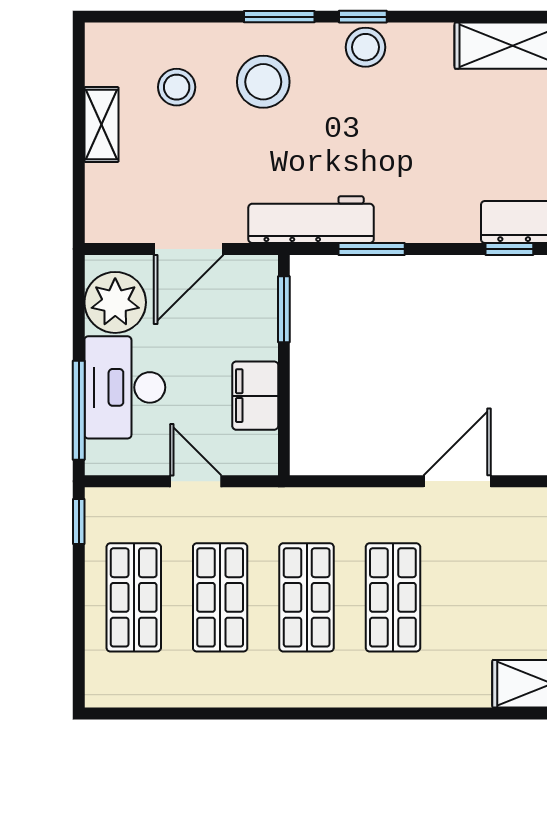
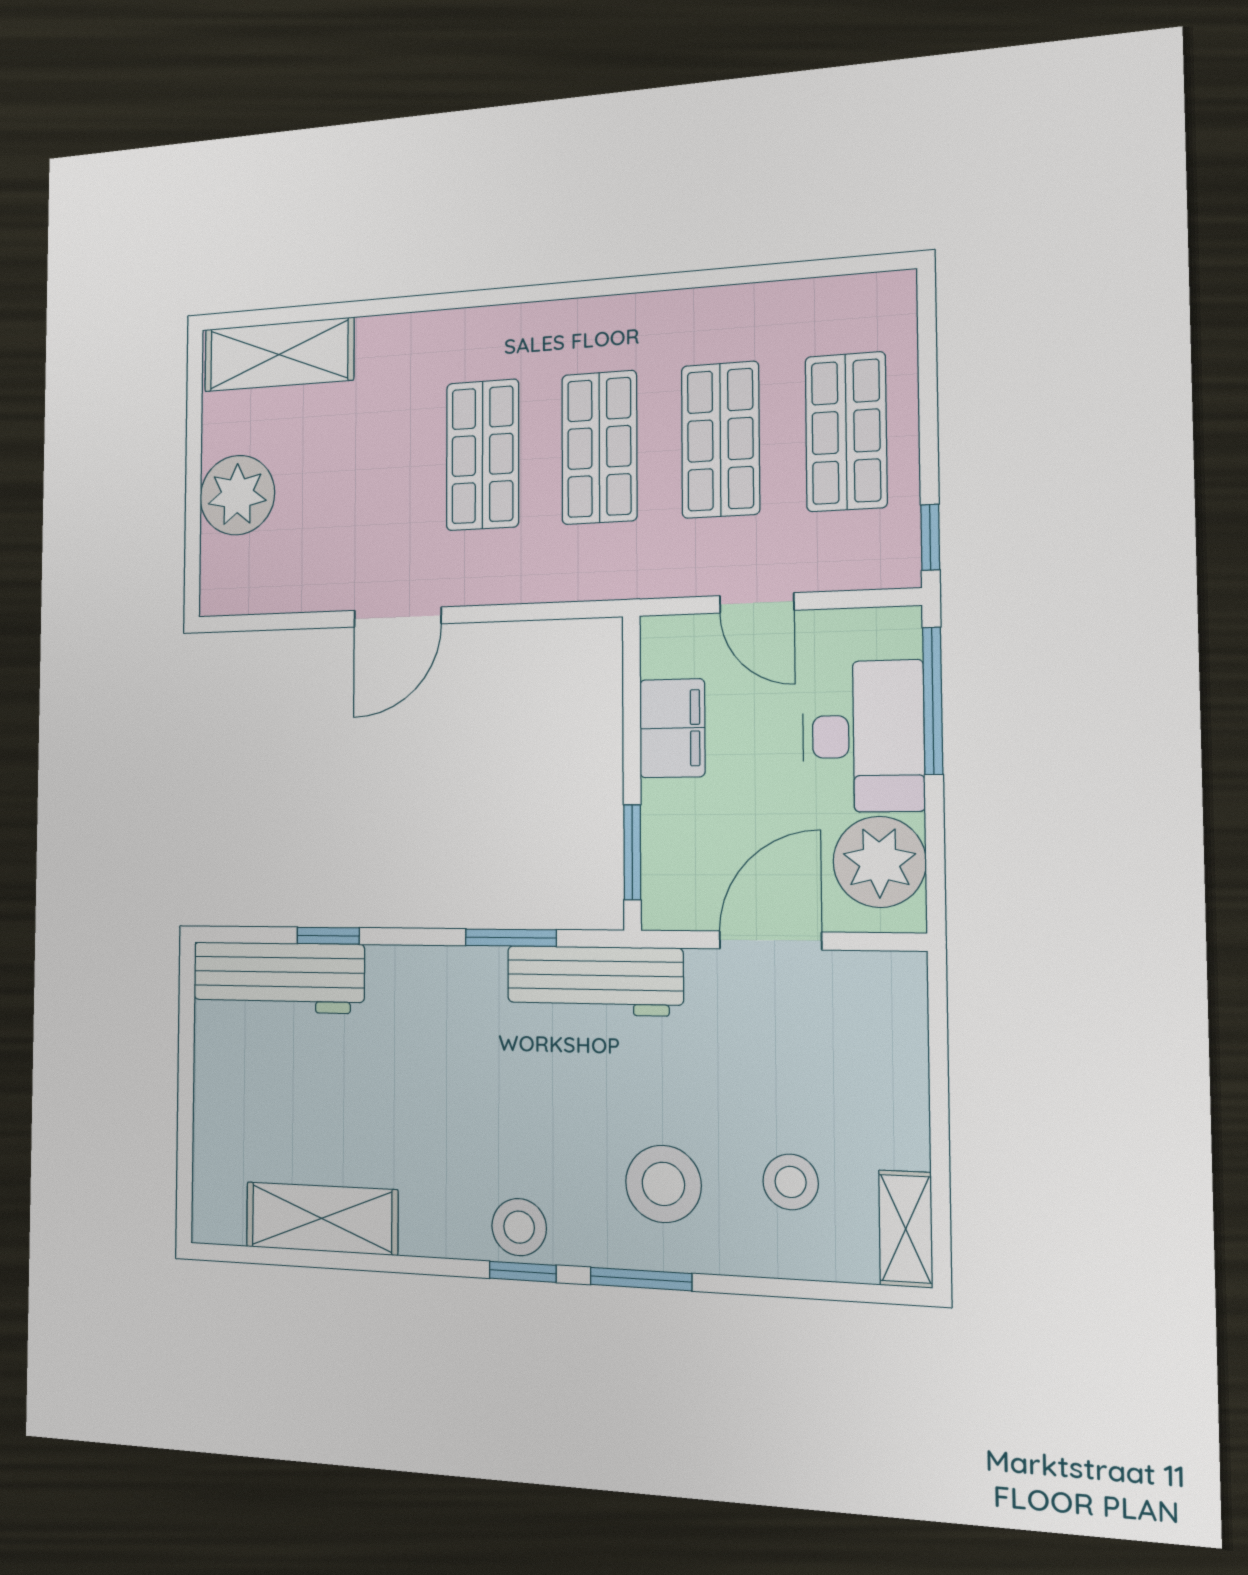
shelving: (101, 125) -> (906, 1229), moved

